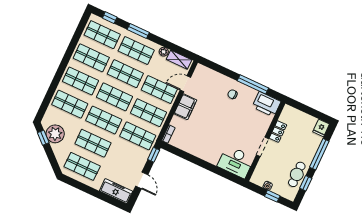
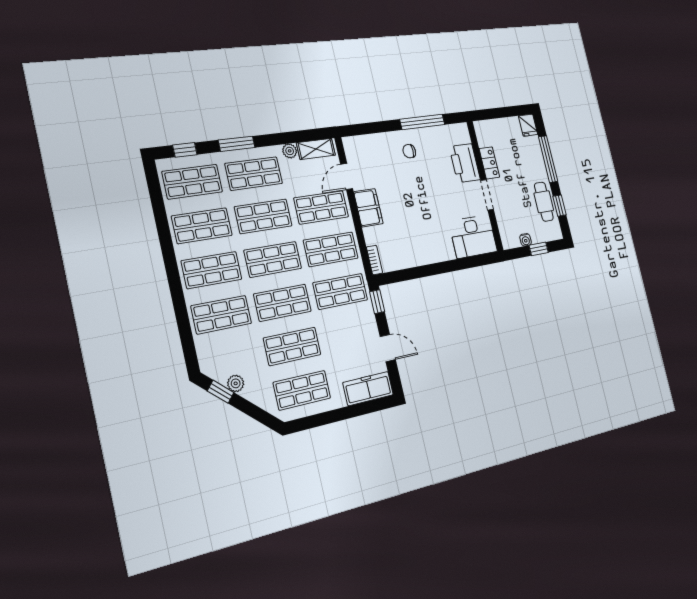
printer: (266, 104) -> (465, 163), moved, turned 90
plant: (55, 134) -> (236, 383), width x0.53, depth x0.53

